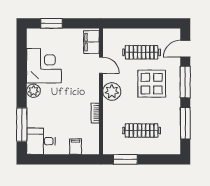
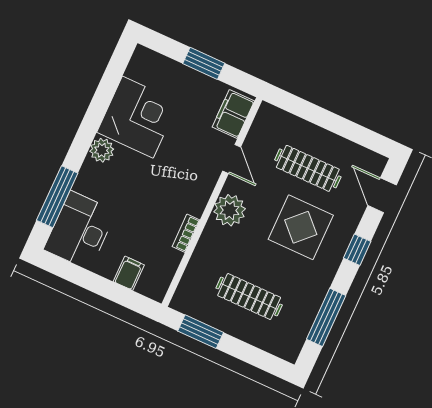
window: (51, 23) -> (204, 63), moved
door: (185, 49) -> (382, 195), hinge flipped
window: (185, 82) -> (357, 250), width x0.46
desk: (41, 141) -> (80, 230), width x1.37

